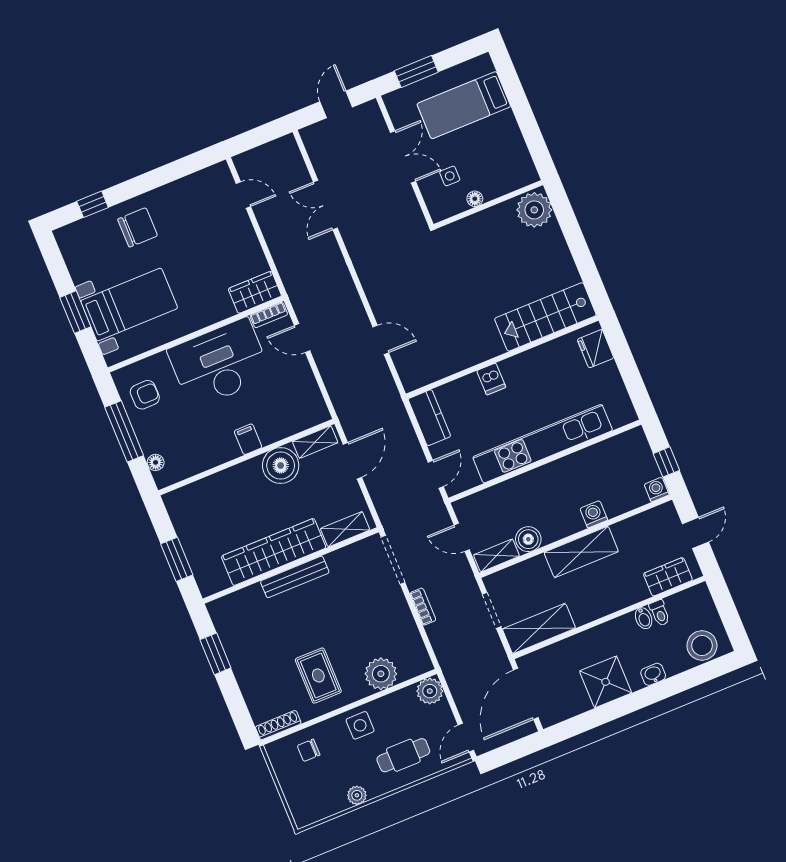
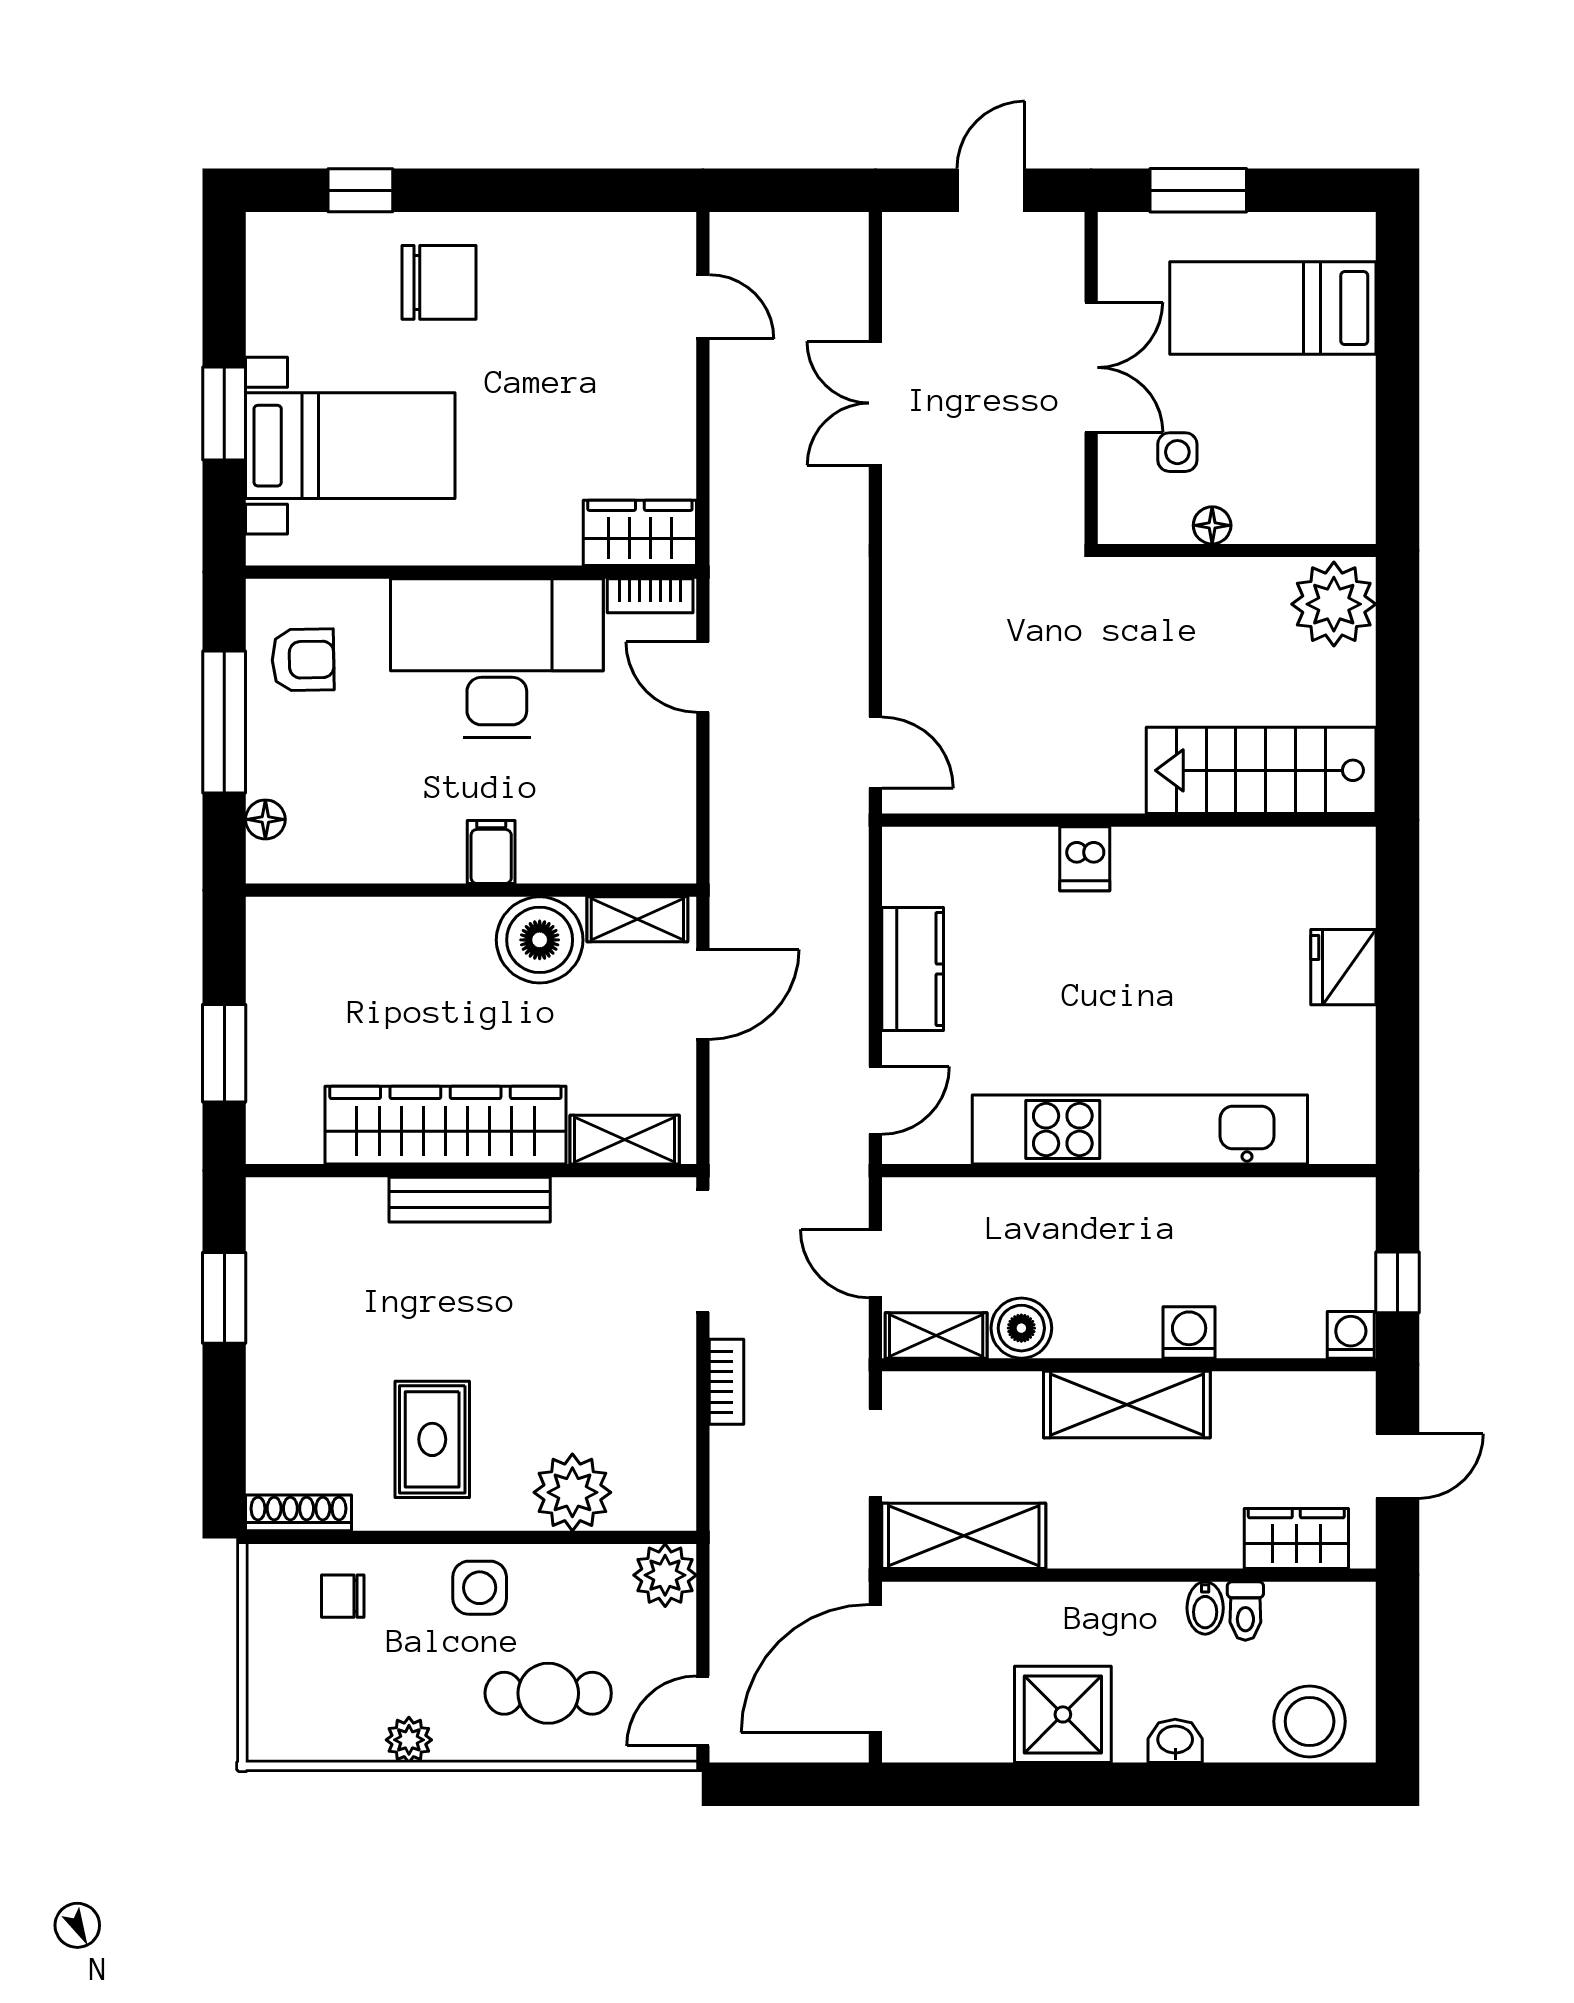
stairs: (545, 317) -> (1261, 770), moved
wall: (502, 357) -> (1129, 820), moved
dishwasher: (491, 379) -> (1085, 859), moved

